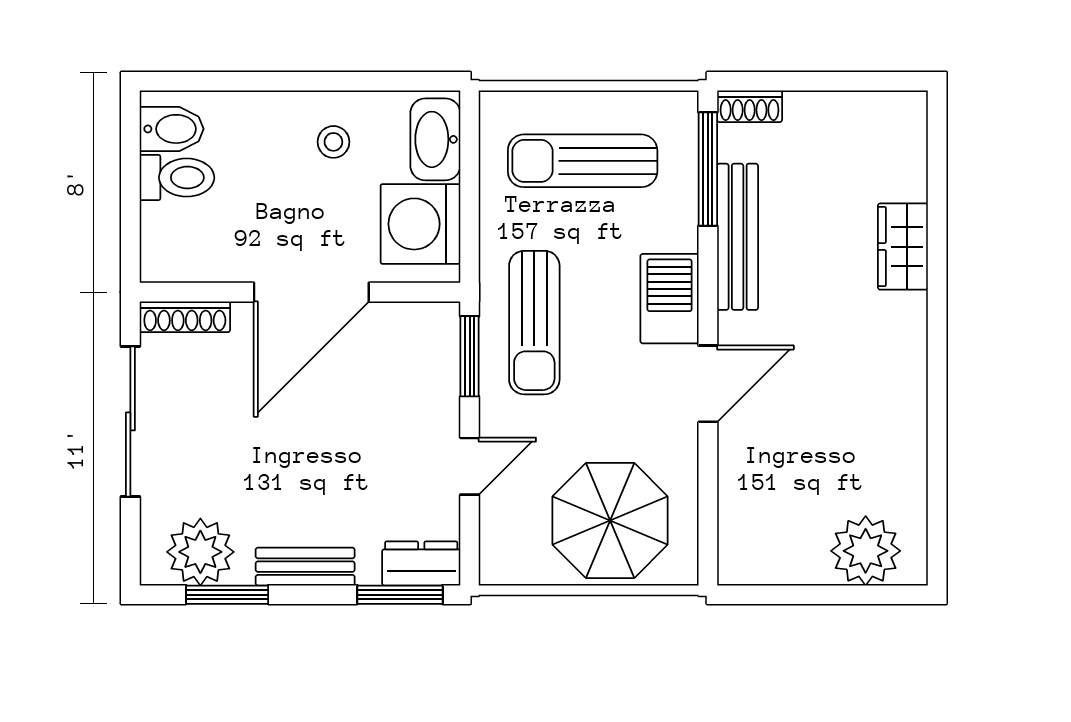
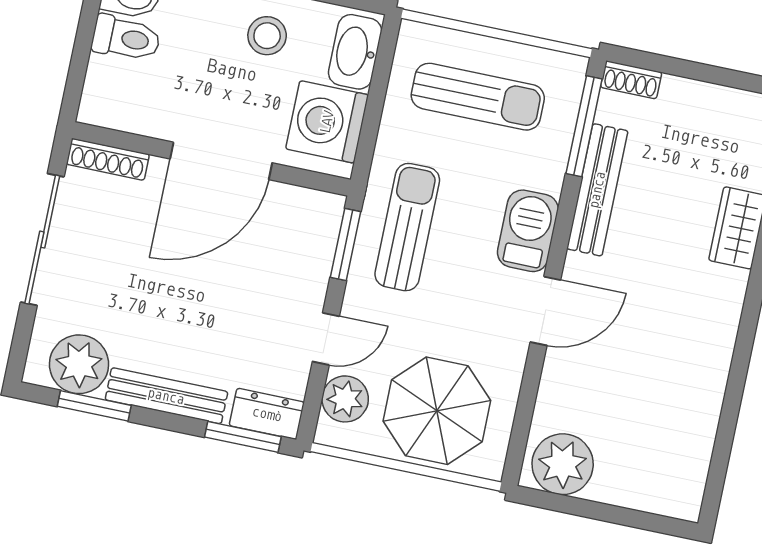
stool: (333, 142) -> (267, 36), width x1.37, depth x1.37
sun lounger: (583, 161) -> (478, 97), turned 180
sun lounger: (534, 323) -> (407, 227), turned 180
plant: (505, 529) -> (345, 399), added
plant: (866, 551) -> (563, 464), moved
bench: (305, 567) -> (166, 396), width x1.36

